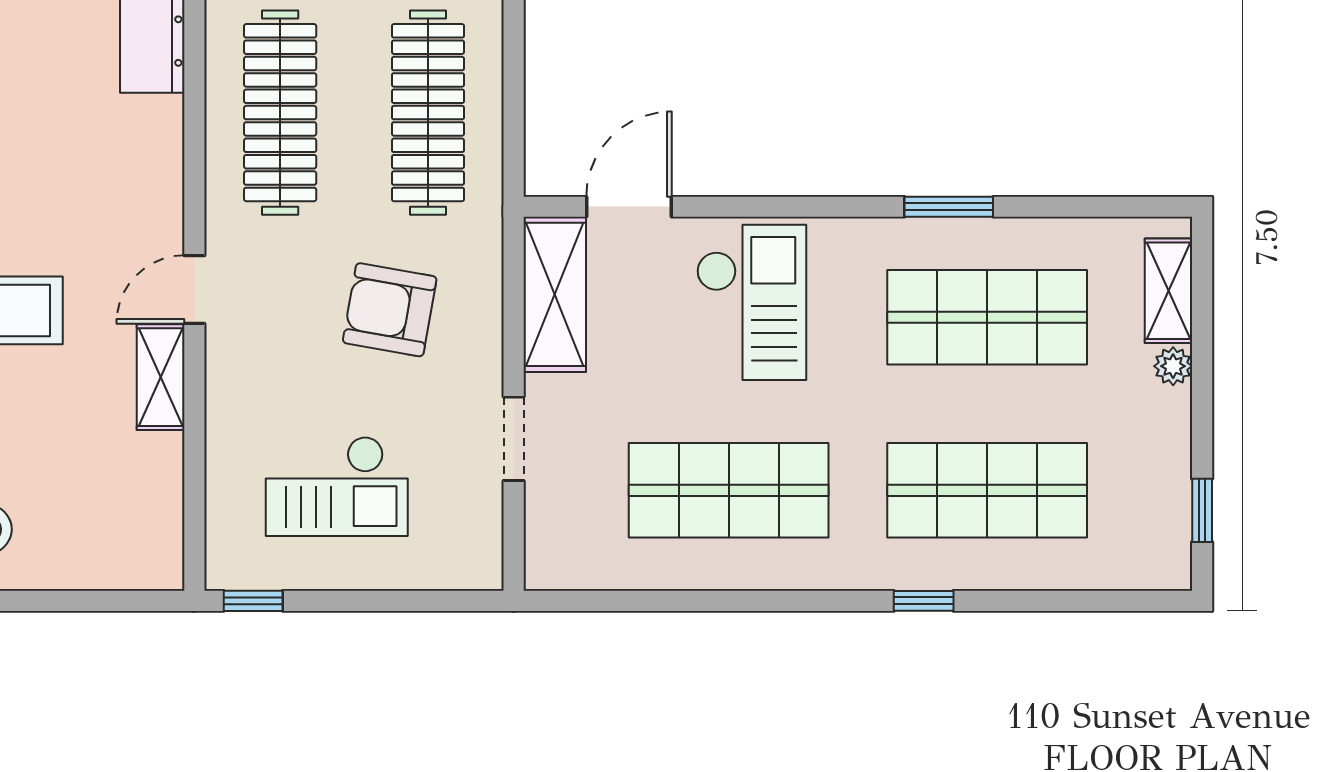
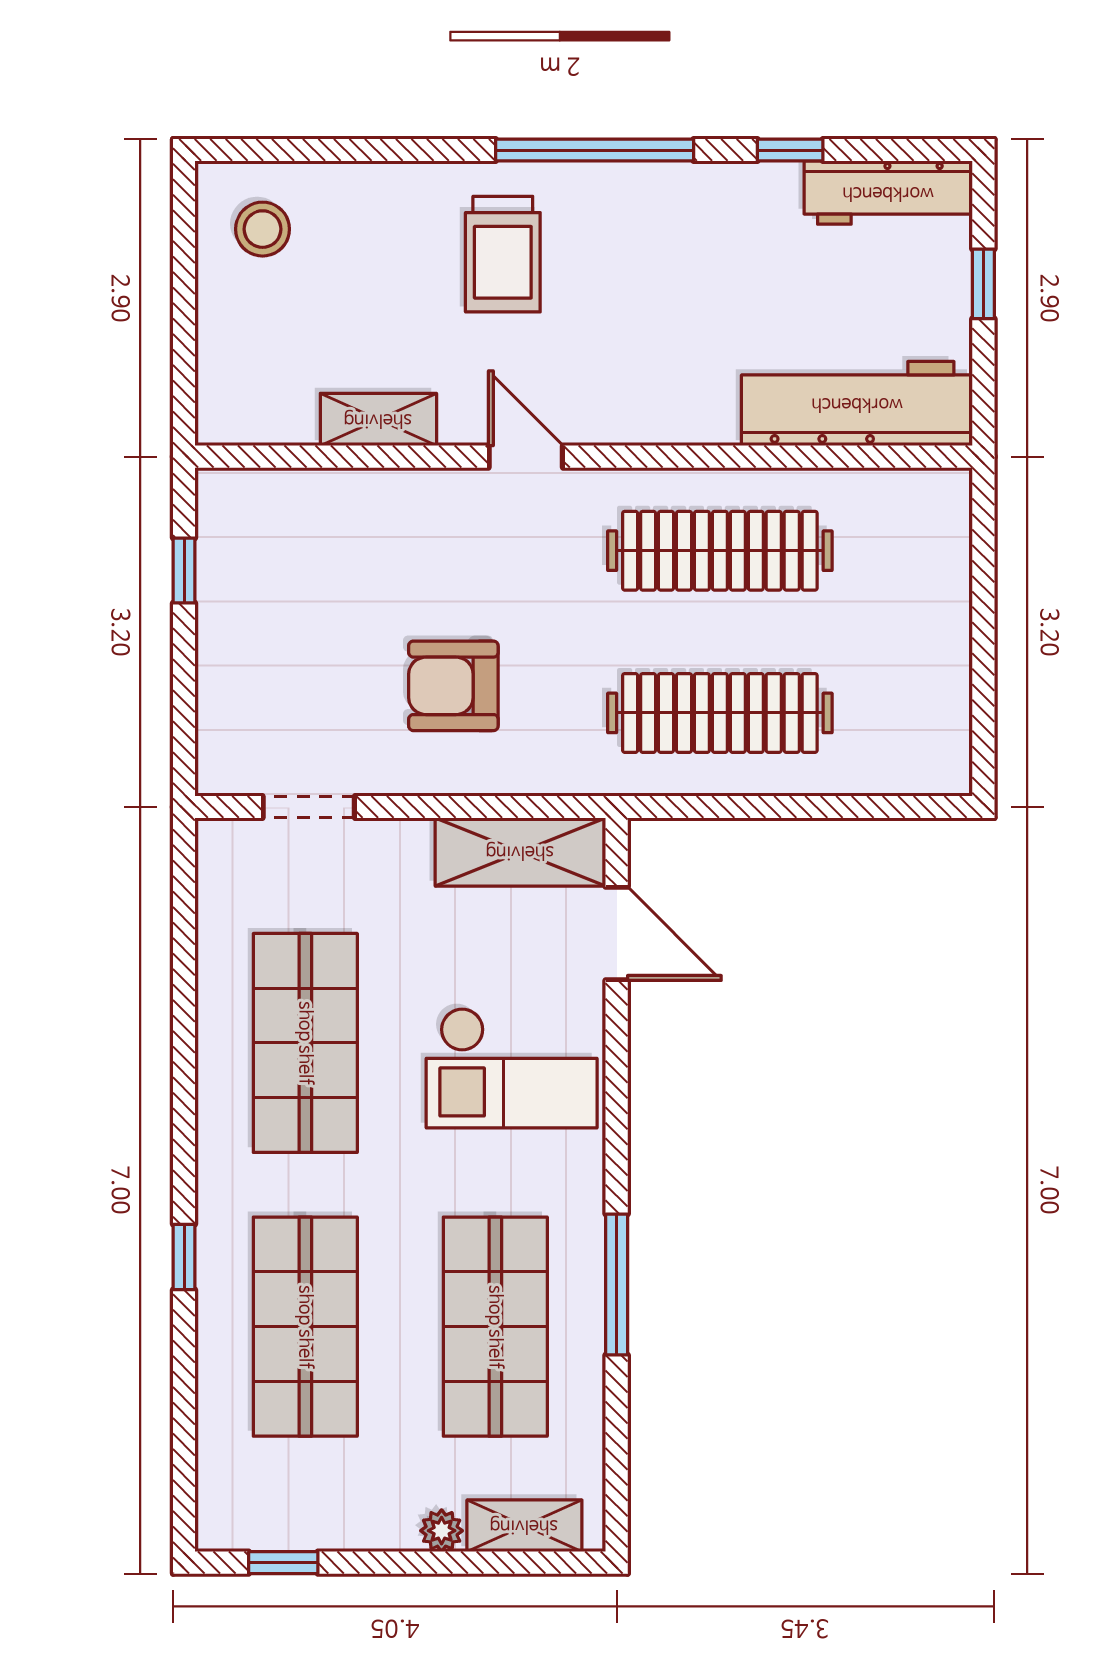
window: (949, 207) -> (617, 1285), width x1.44
armchair: (390, 310) -> (453, 686), moved, turned -100
shelving: (161, 377) -> (378, 420), moved
doorway: (514, 439) -> (309, 807), moved
checkout: (337, 486) -> (310, 613), removed
window: (253, 601) -> (184, 571), moved

